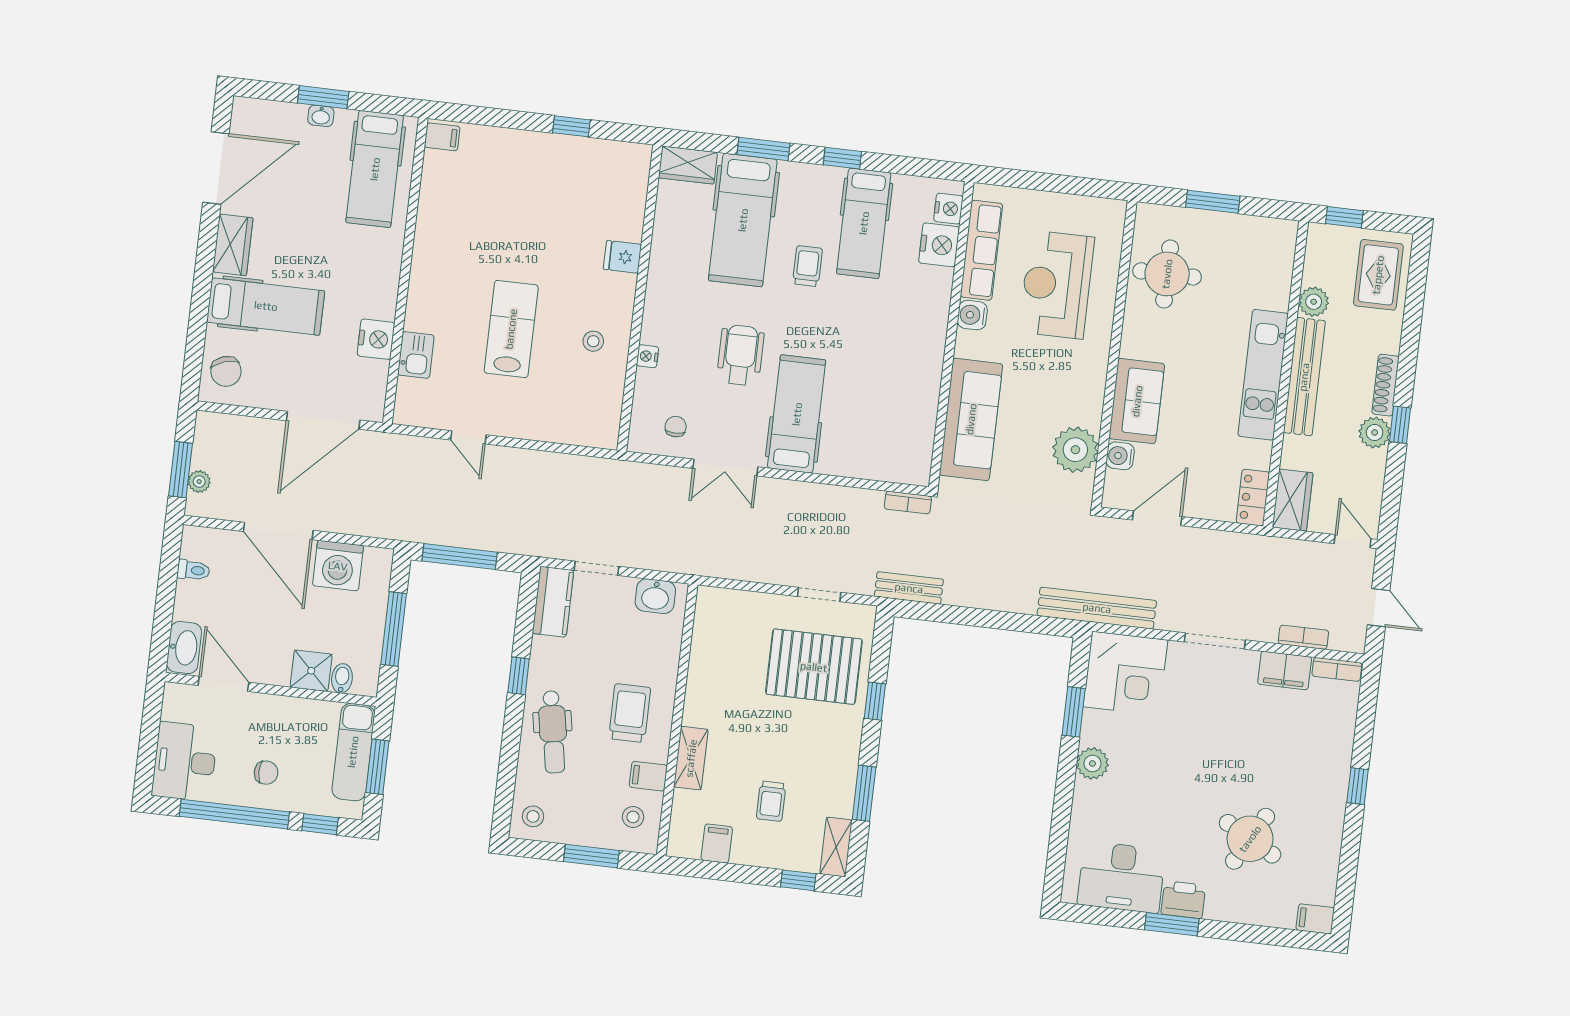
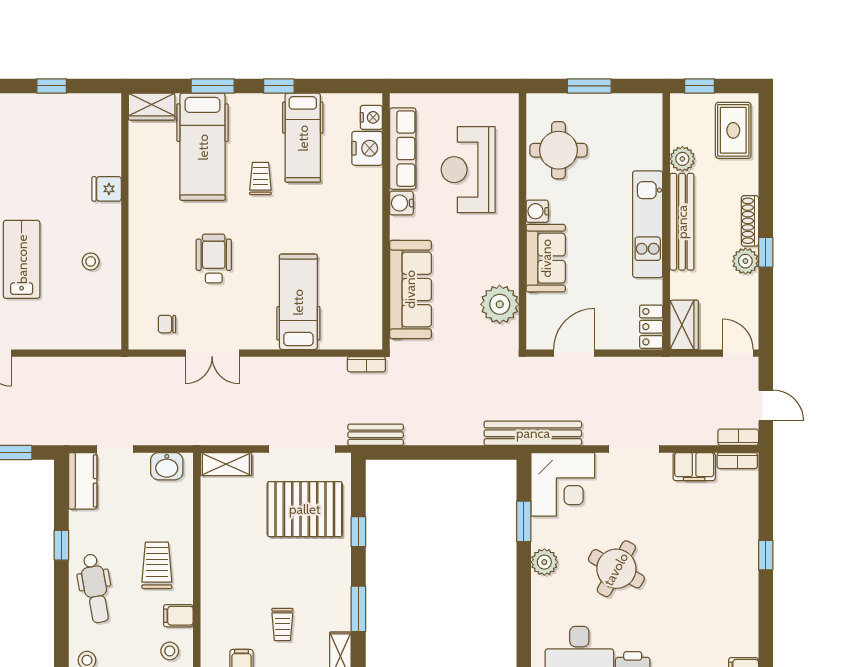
nightstand: (647, 356) -> (137, 269), removed
hospital bed: (797, 414) -> (298, 302), moved
chair: (676, 427) -> (167, 324), turned -90
water cooler: (1120, 456) -> (537, 211), moved
doorway: (819, 594) -> (302, 449), width x1.88
bookcase: (1303, 637) -> (738, 437), moved
shelving: (691, 758) -> (226, 464), moved, turned 90
round table: (1250, 839) -> (616, 569), moved

